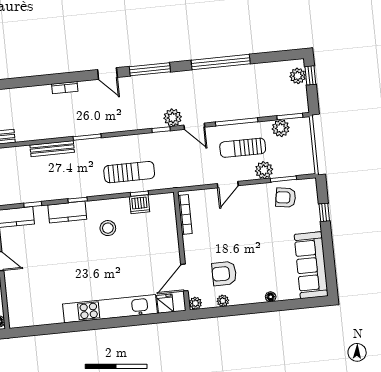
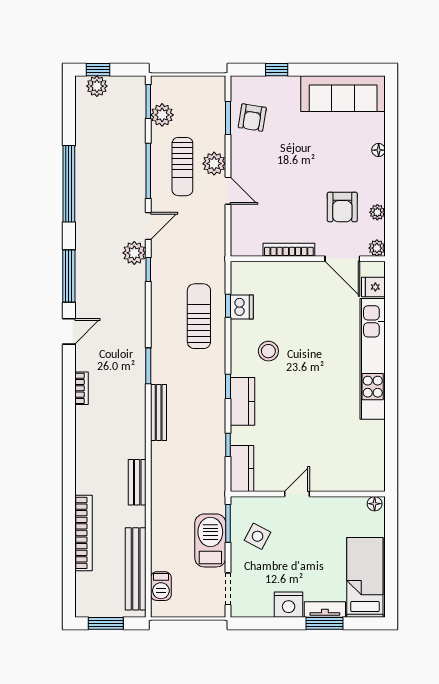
plant: (264, 170) -> (214, 164), moved
bookcase: (185, 214) -> (289, 250), moved

